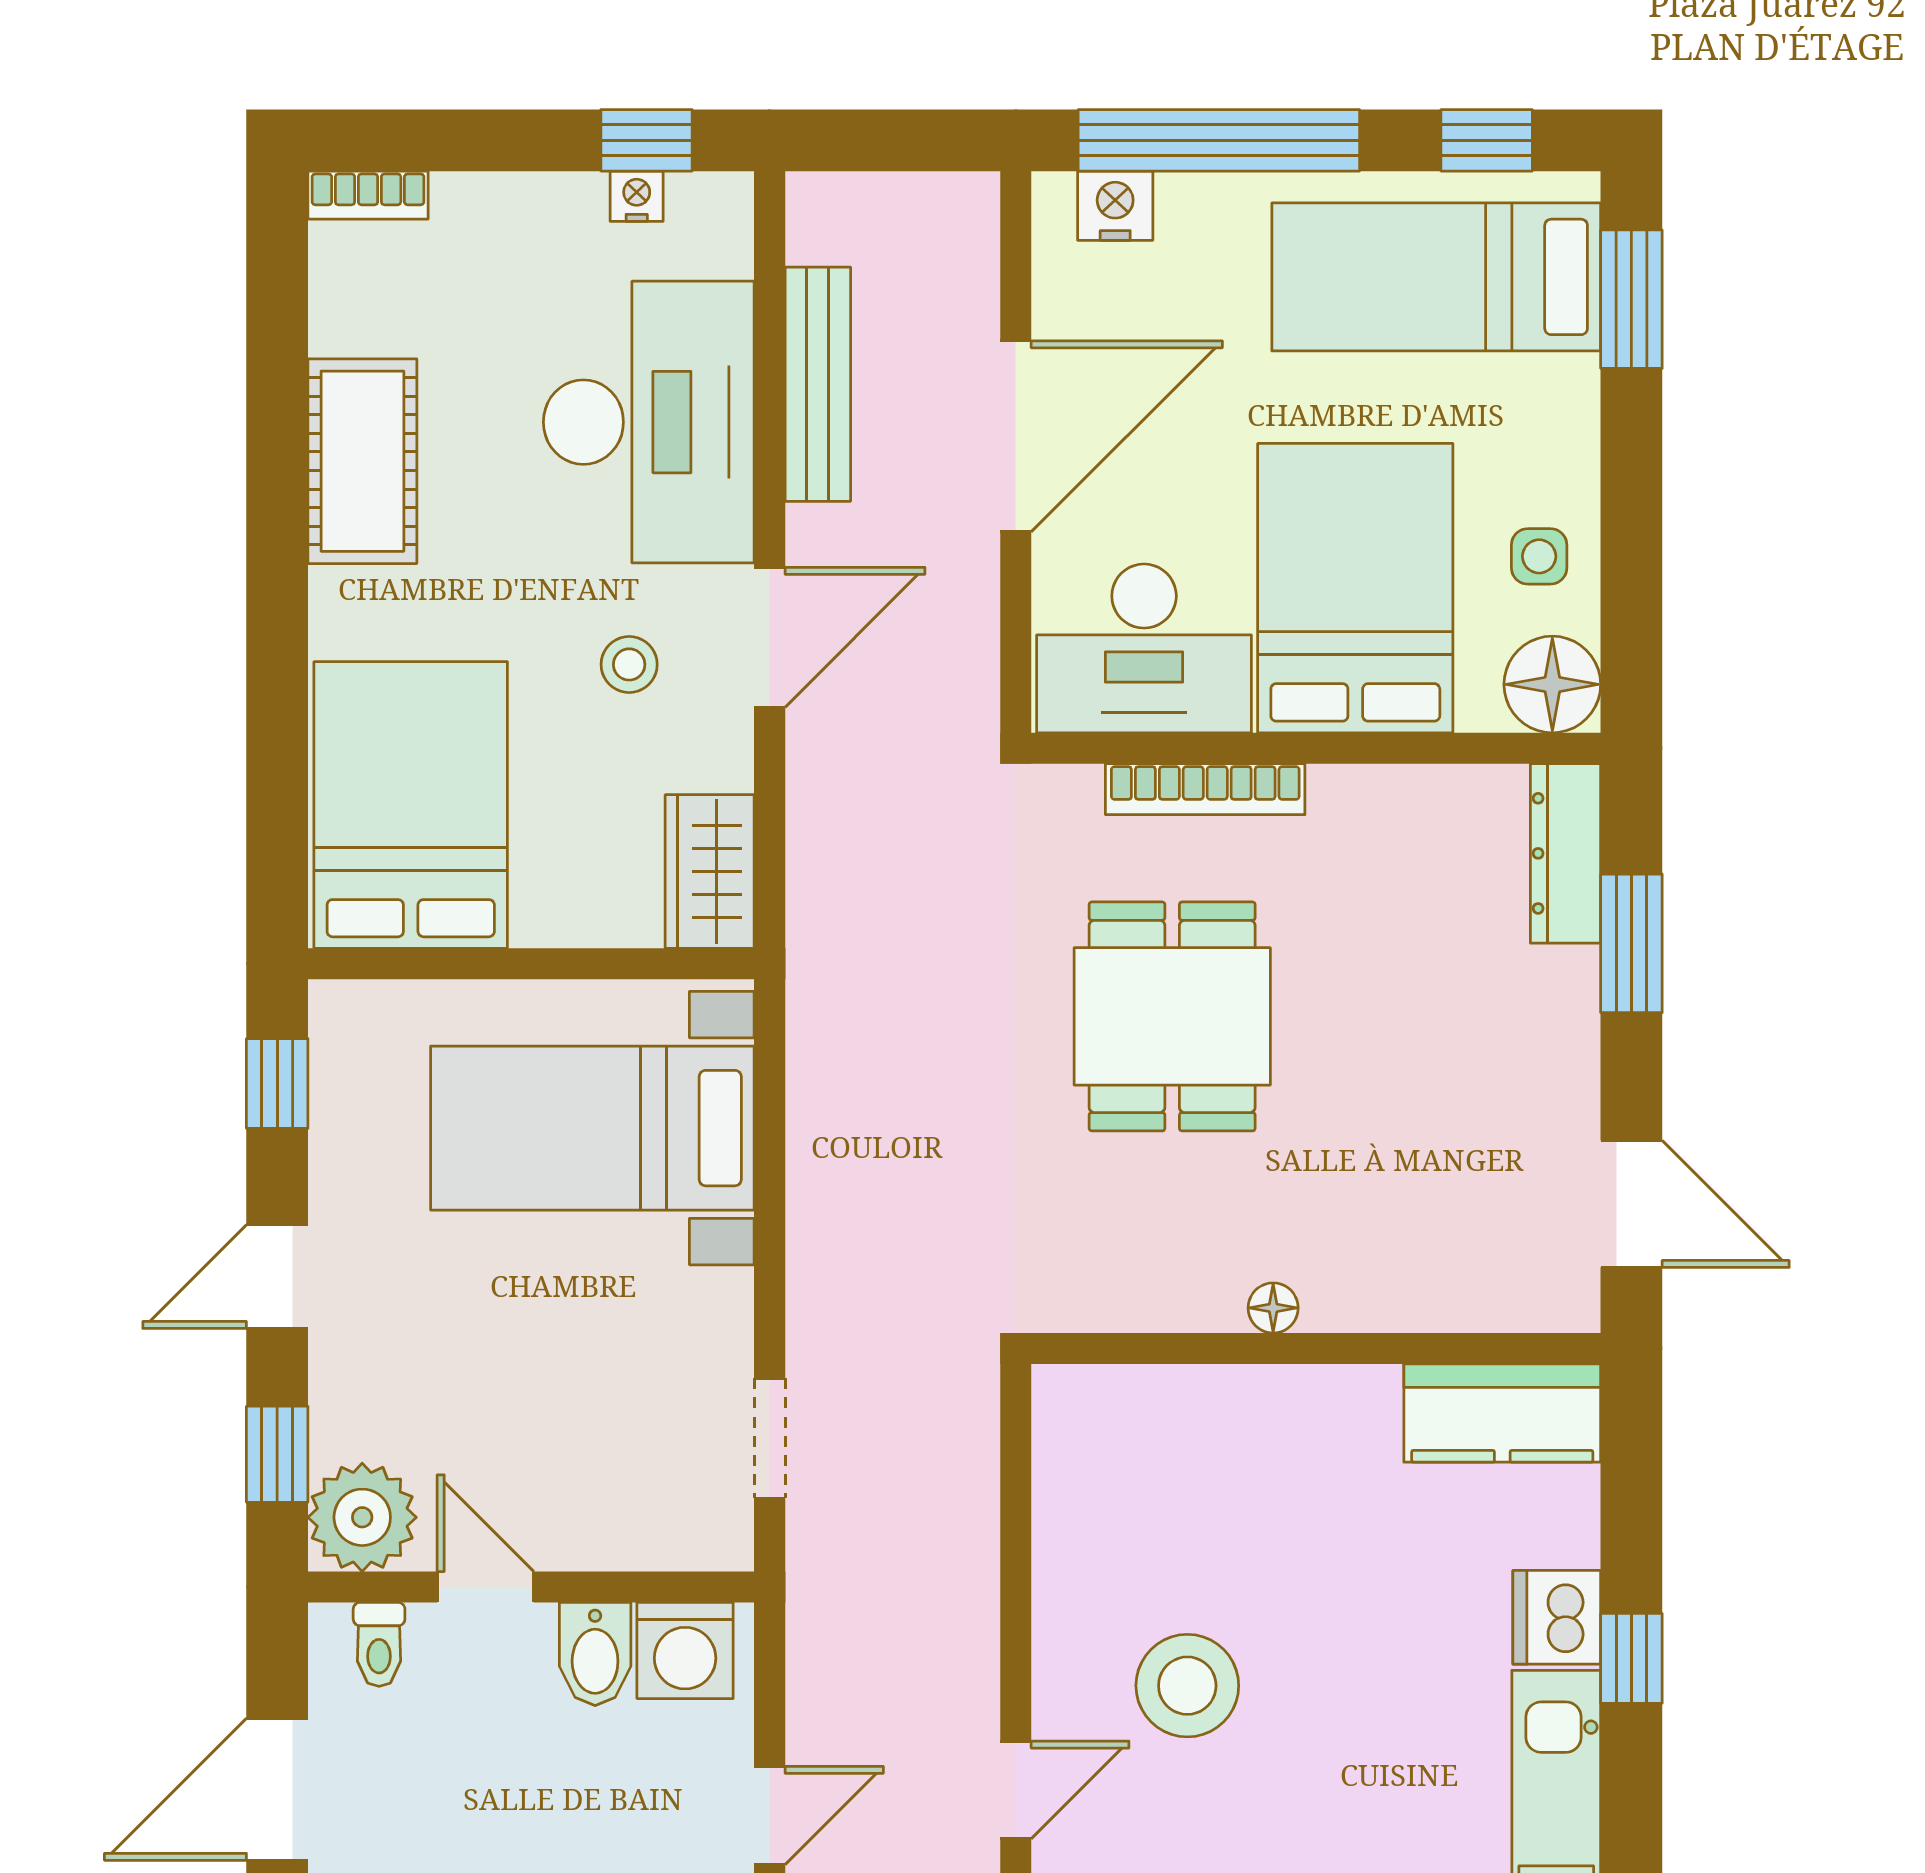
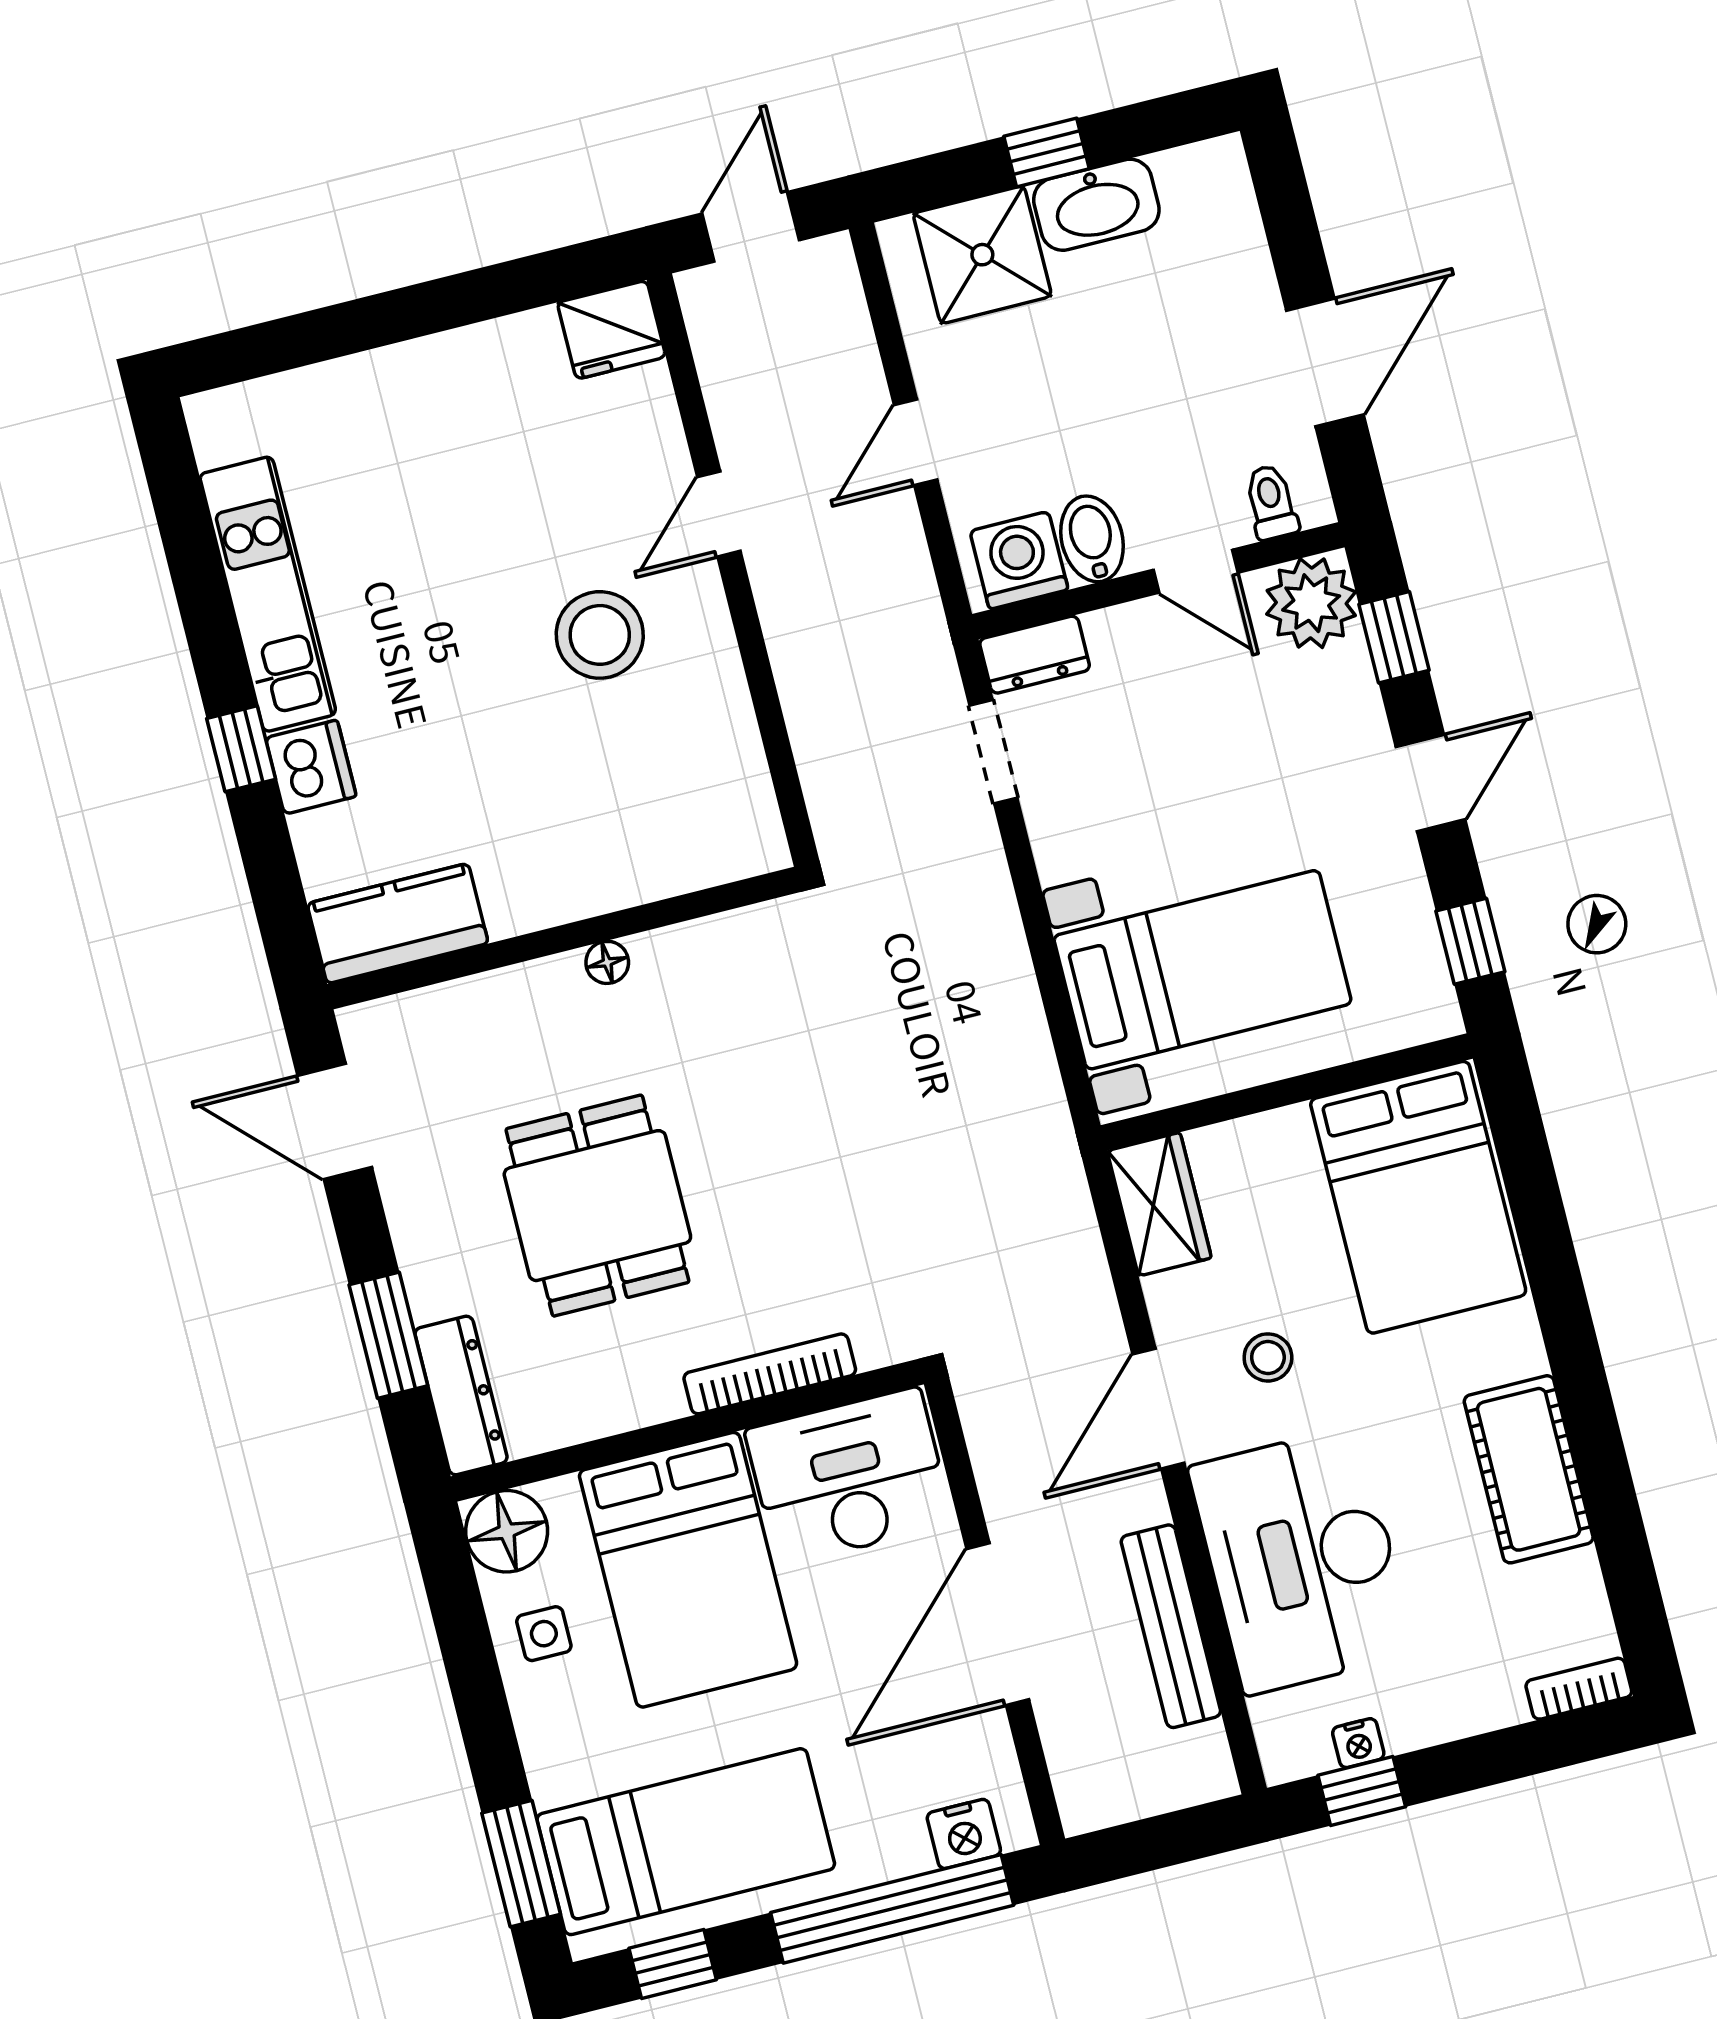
dining table: (1172, 1016) -> (597, 1206), moved
dresser: (694, 1538) -> (1035, 655), added

